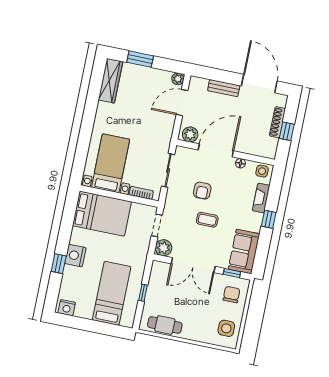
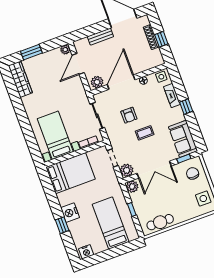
plant: (159, 269) -> (132, 187), added

